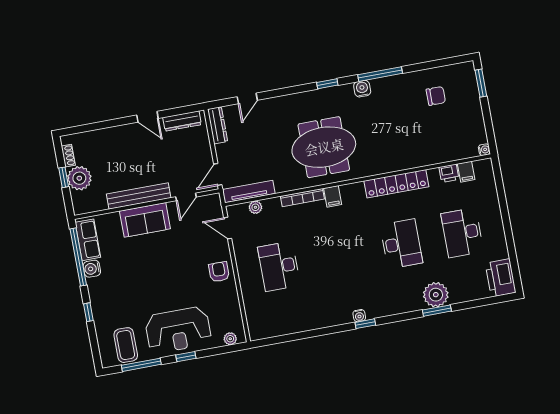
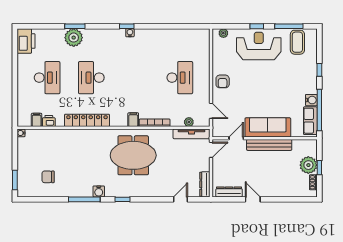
sofa: (145, 220) -> (268, 127), width x1.36

